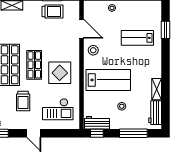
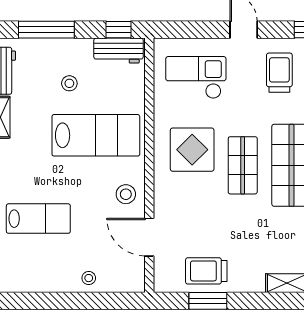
lab bench: (108, 80) -> (96, 135), turned 180
trolley: (23, 101) -> (279, 73), moved

